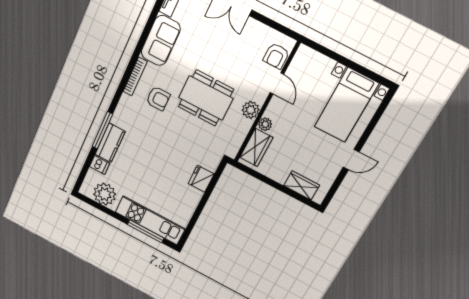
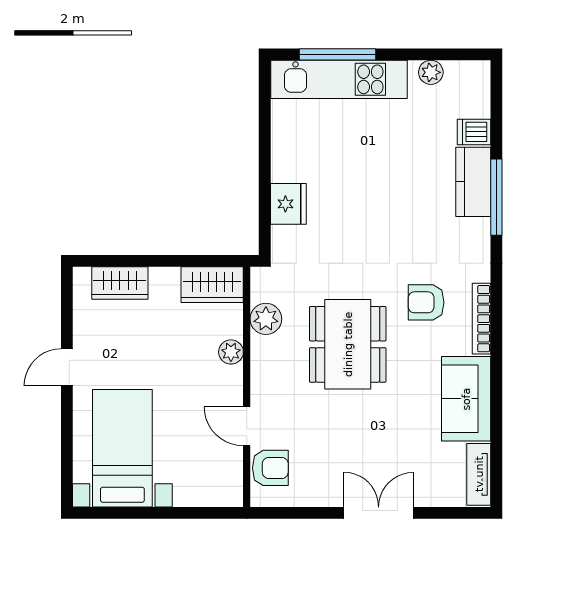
armchair: (276, 56) -> (270, 468), turned 90
dining table: (206, 98) -> (348, 344), turned 90
plant: (251, 110) -> (266, 319), moved
wardrobe: (256, 148) -> (212, 285), moved, turned -90
plant: (105, 194) -> (431, 72), width x0.53, depth x0.53

